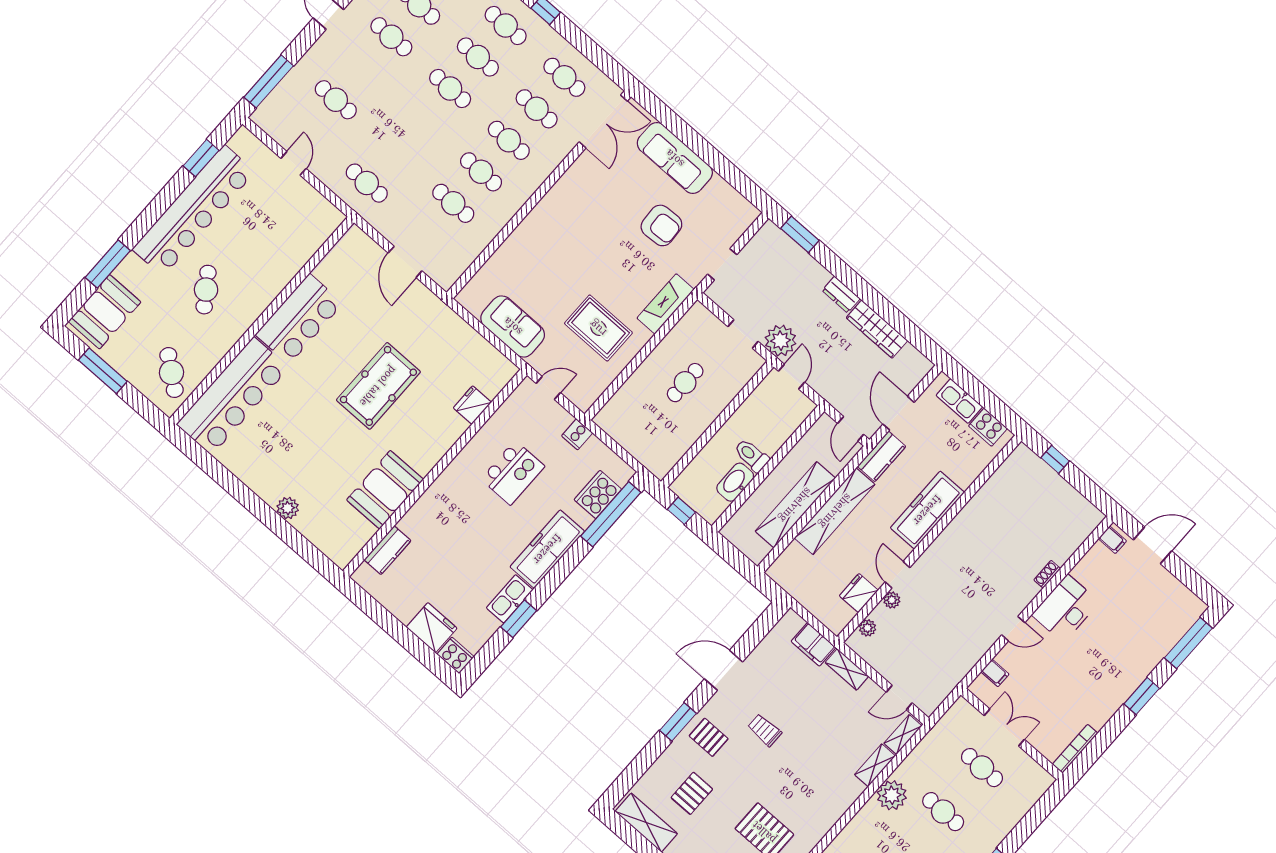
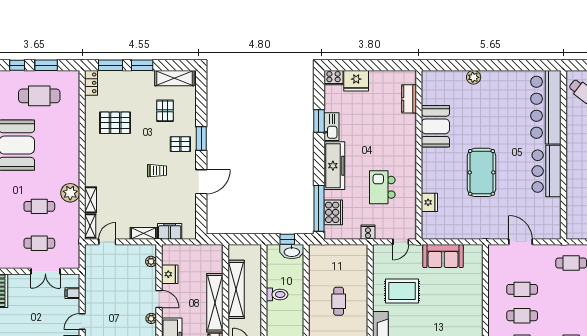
washbasin: (735, 482) -> (292, 252), moved, turned 90
plant: (892, 600) -> (151, 318), moved

